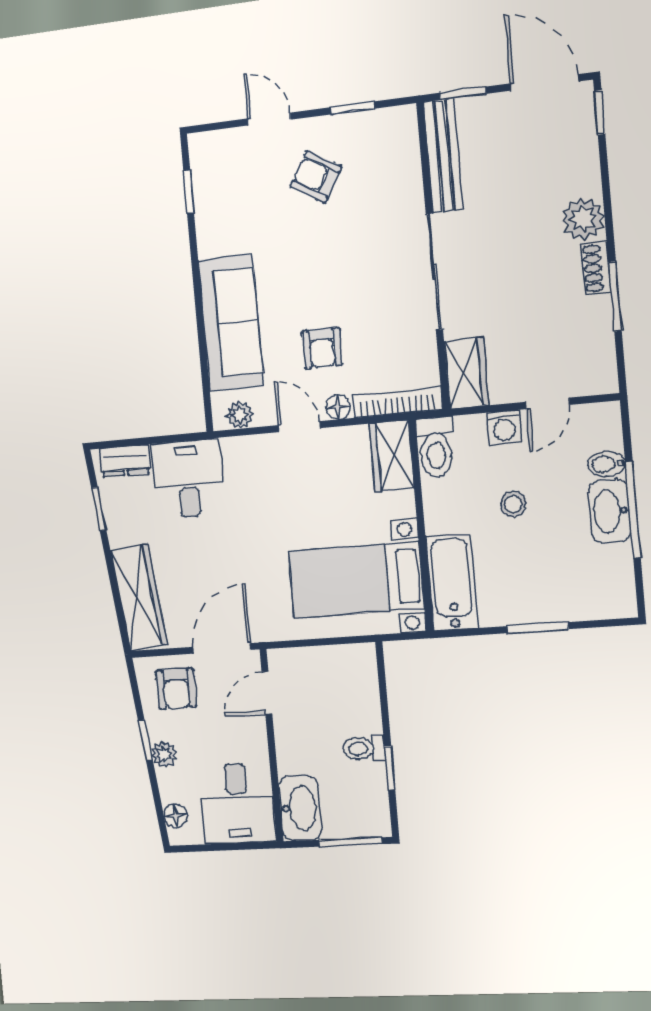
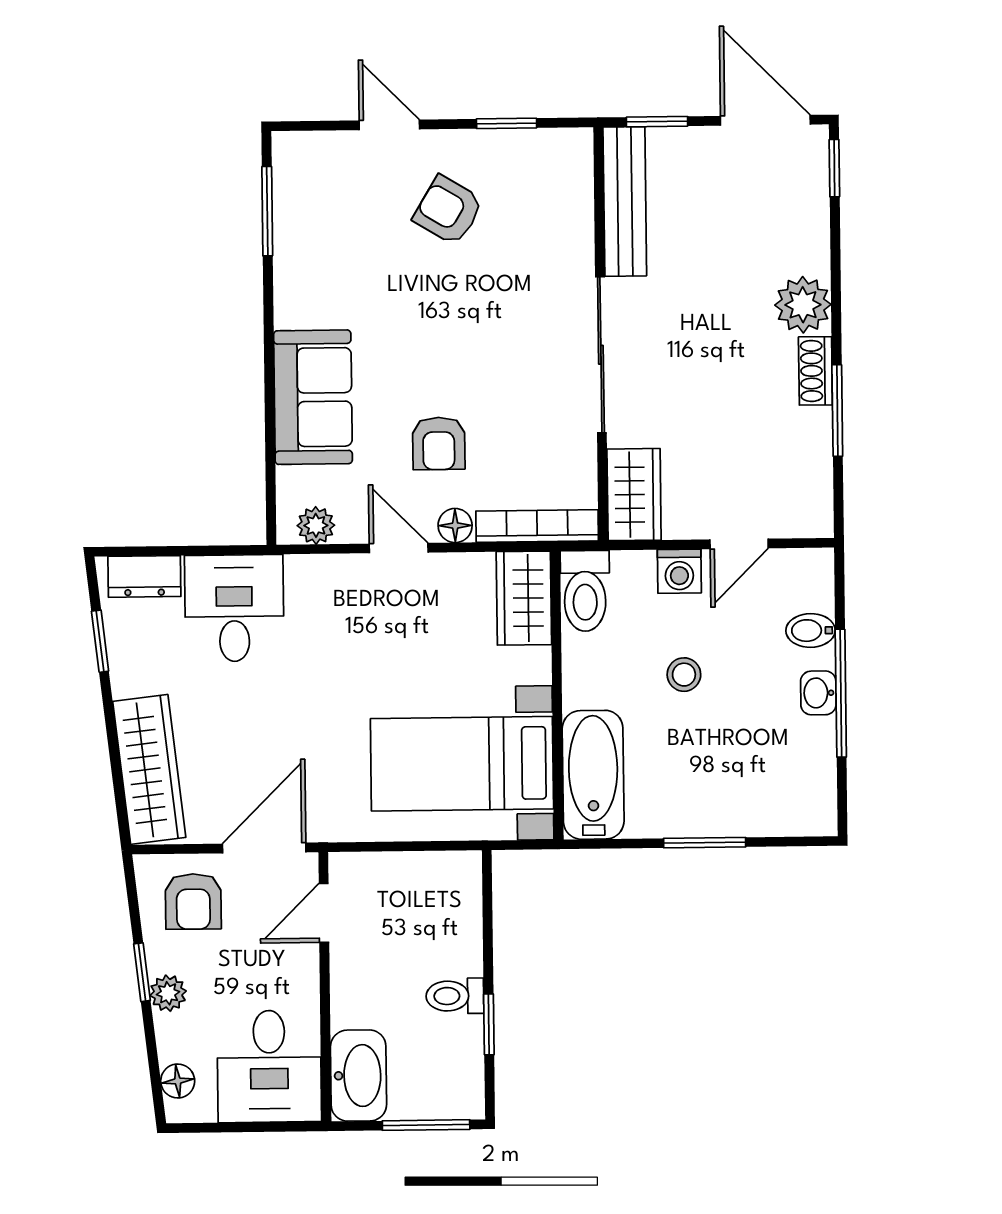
window: (189, 192) -> (267, 211), width x1.50
sofa: (231, 323) -> (313, 397), width x0.73
washbasin: (610, 511) -> (818, 693), width x0.52, depth x0.69

